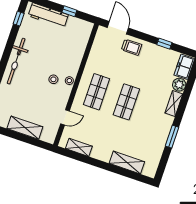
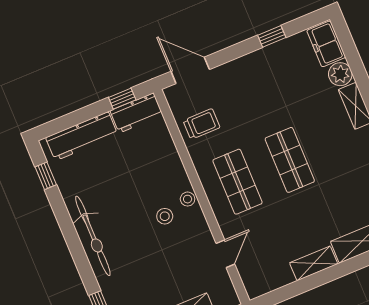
window: (69, 11) -> (122, 99), moved
workbench: (80, 26) -> (136, 113), added
trolley: (132, 47) -> (202, 124), moved
shelving: (79, 147) -> (314, 263), moved

